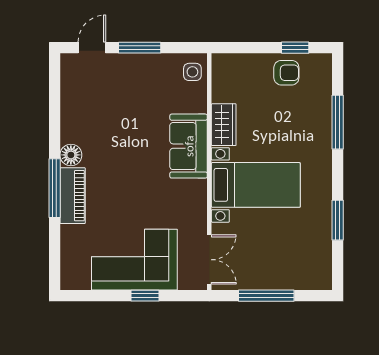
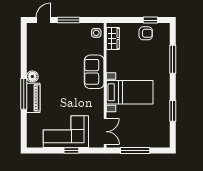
wardrobe: (224, 125) -> (113, 39), moved

